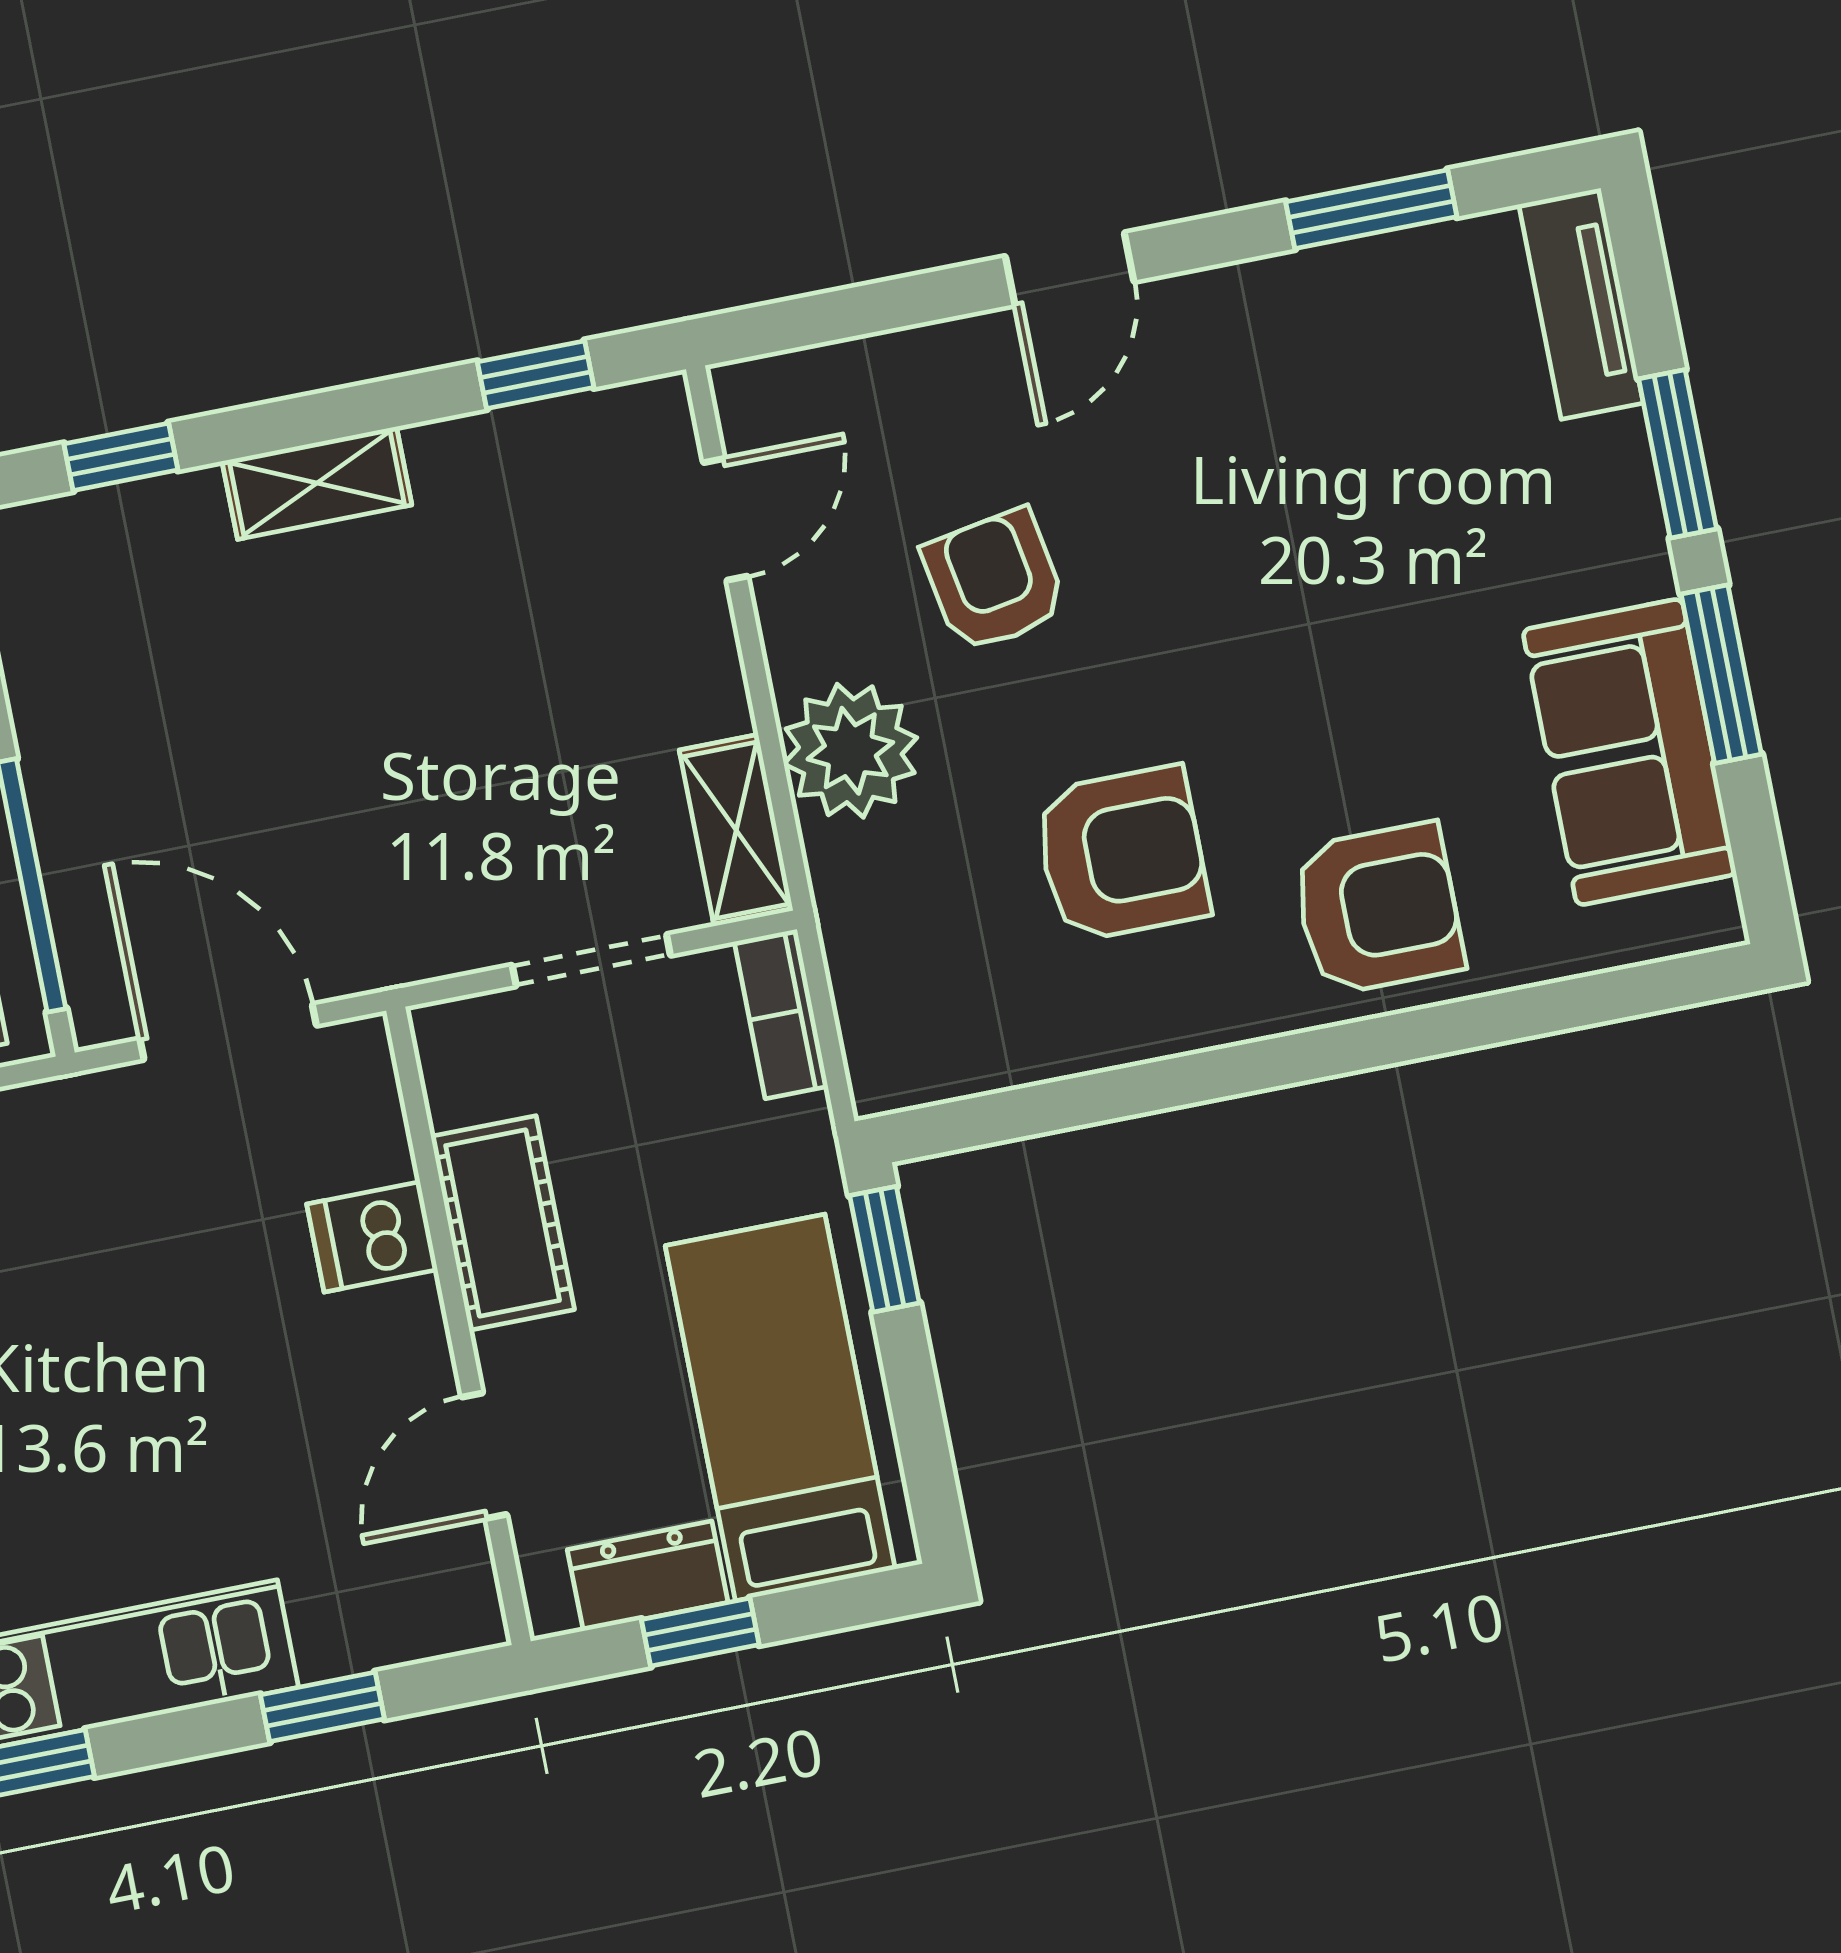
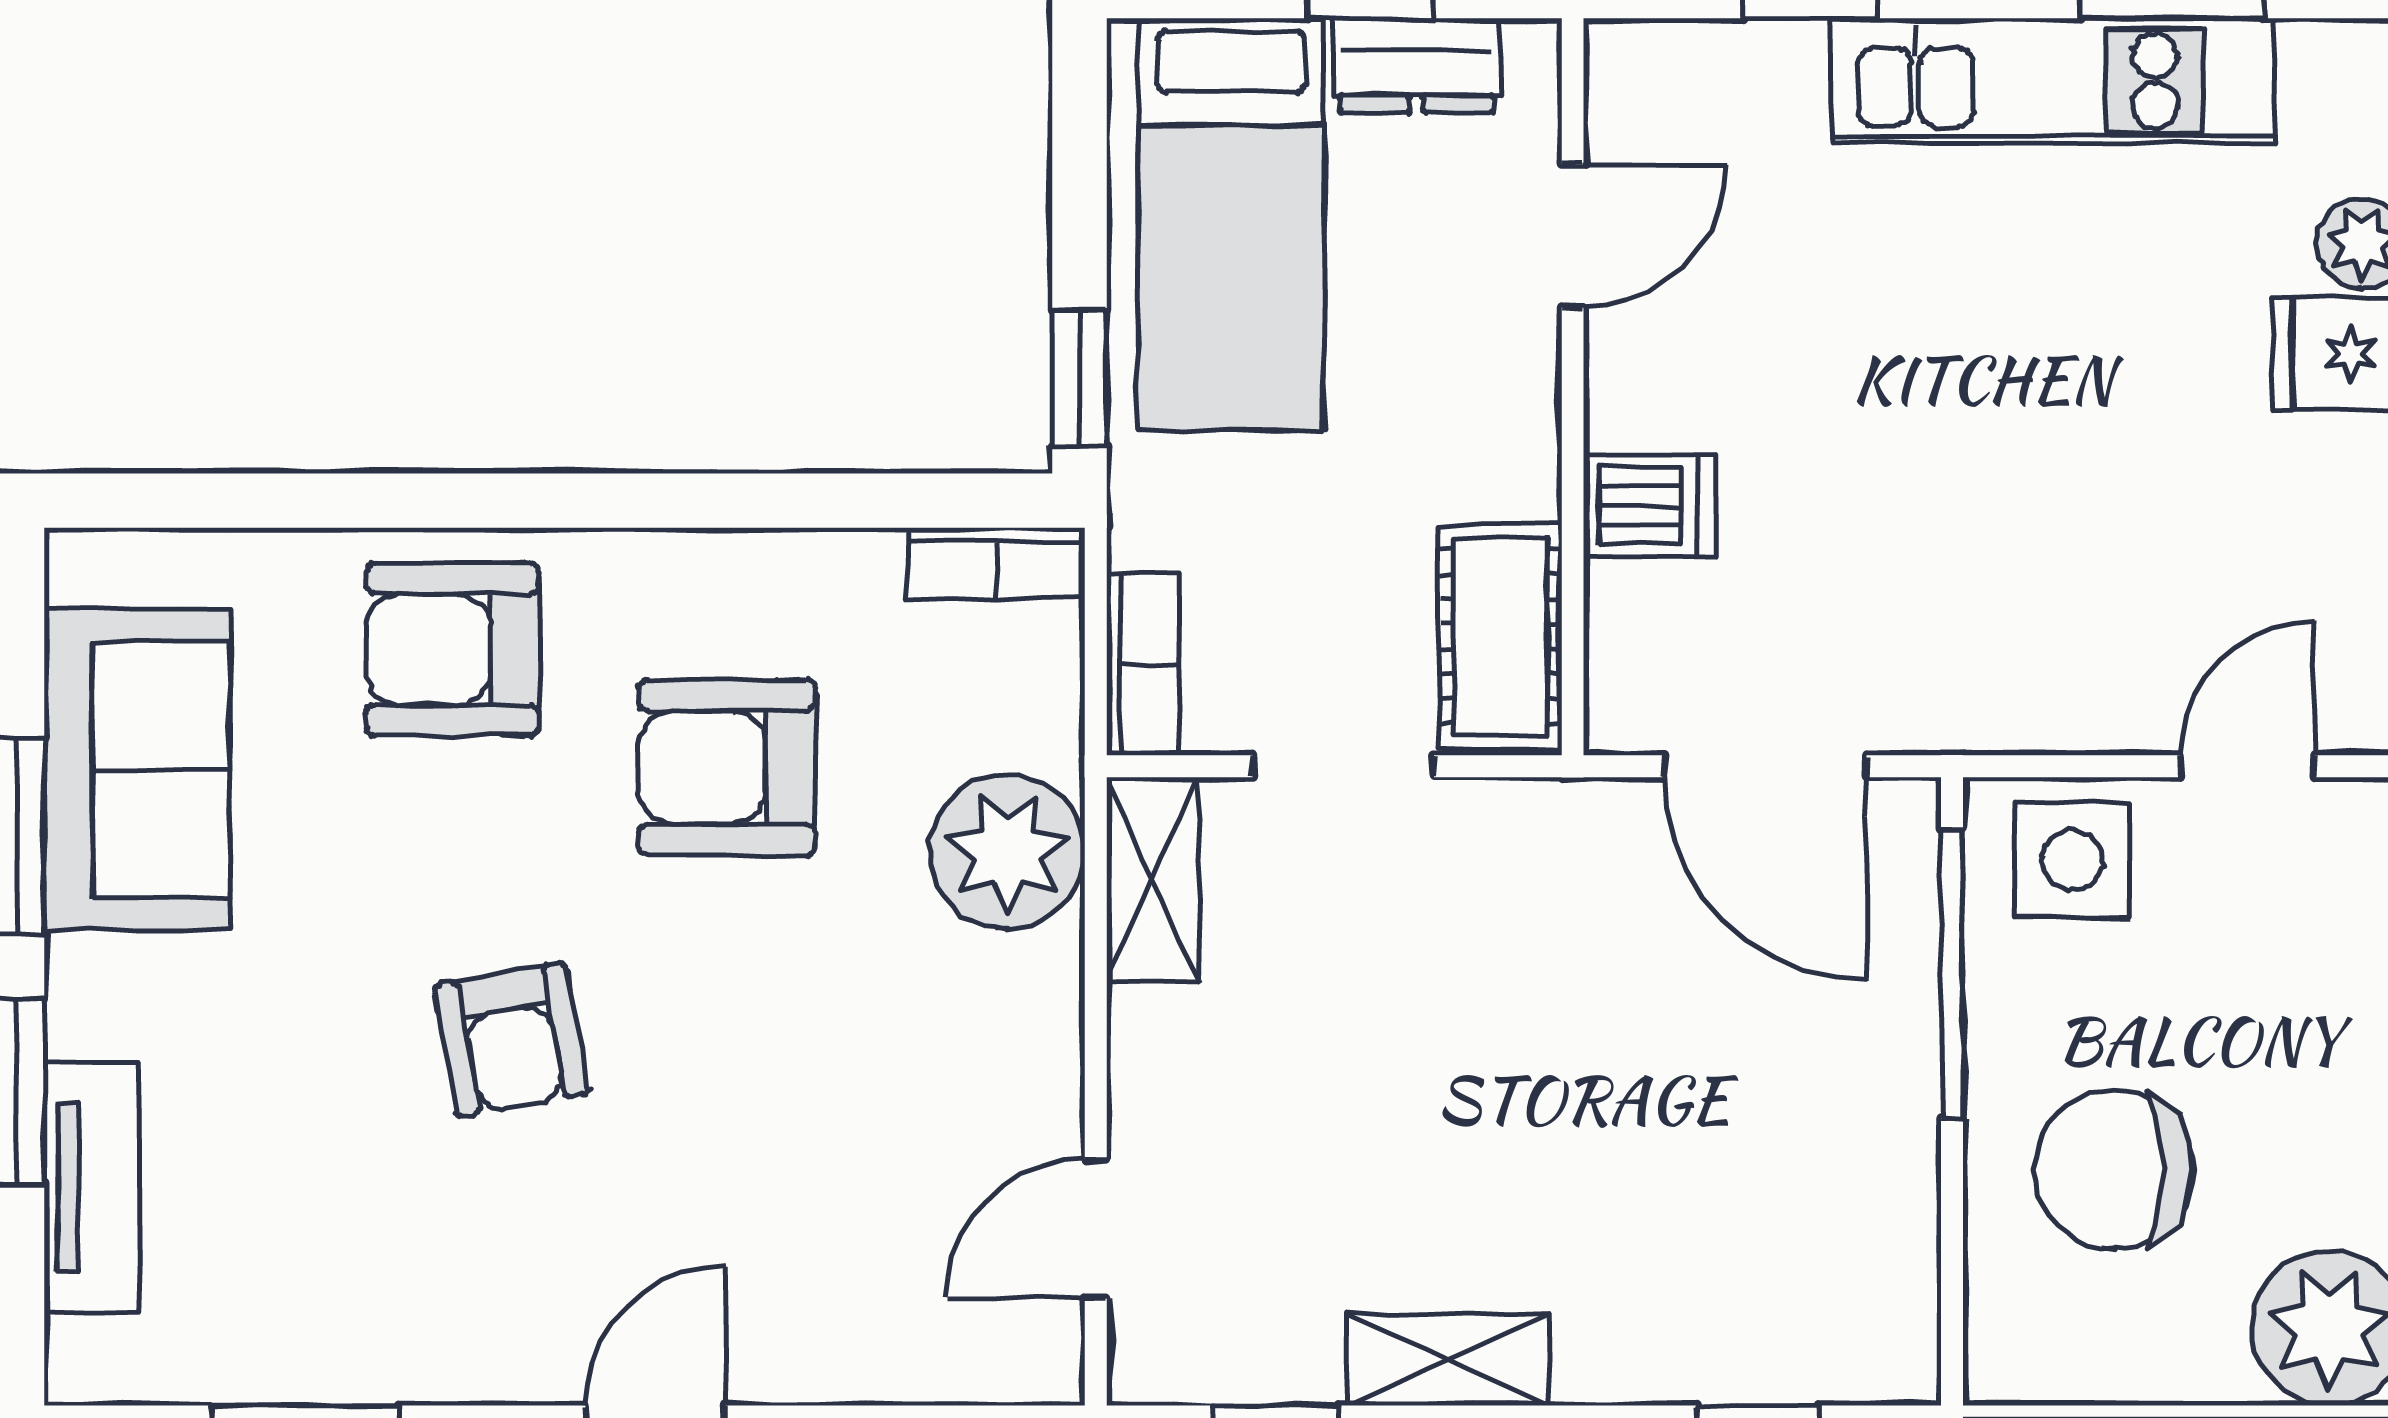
tv unit: (1581, 304) -> (92, 1187), moved
shelving: (317, 483) -> (1448, 1360), moved
armchair: (994, 581) -> (511, 1040), moved
plant: (850, 751) -> (1007, 852), moved
bookcase: (924, 1076) -> (997, 563), added
cot: (503, 1223) -> (1501, 637), moved

